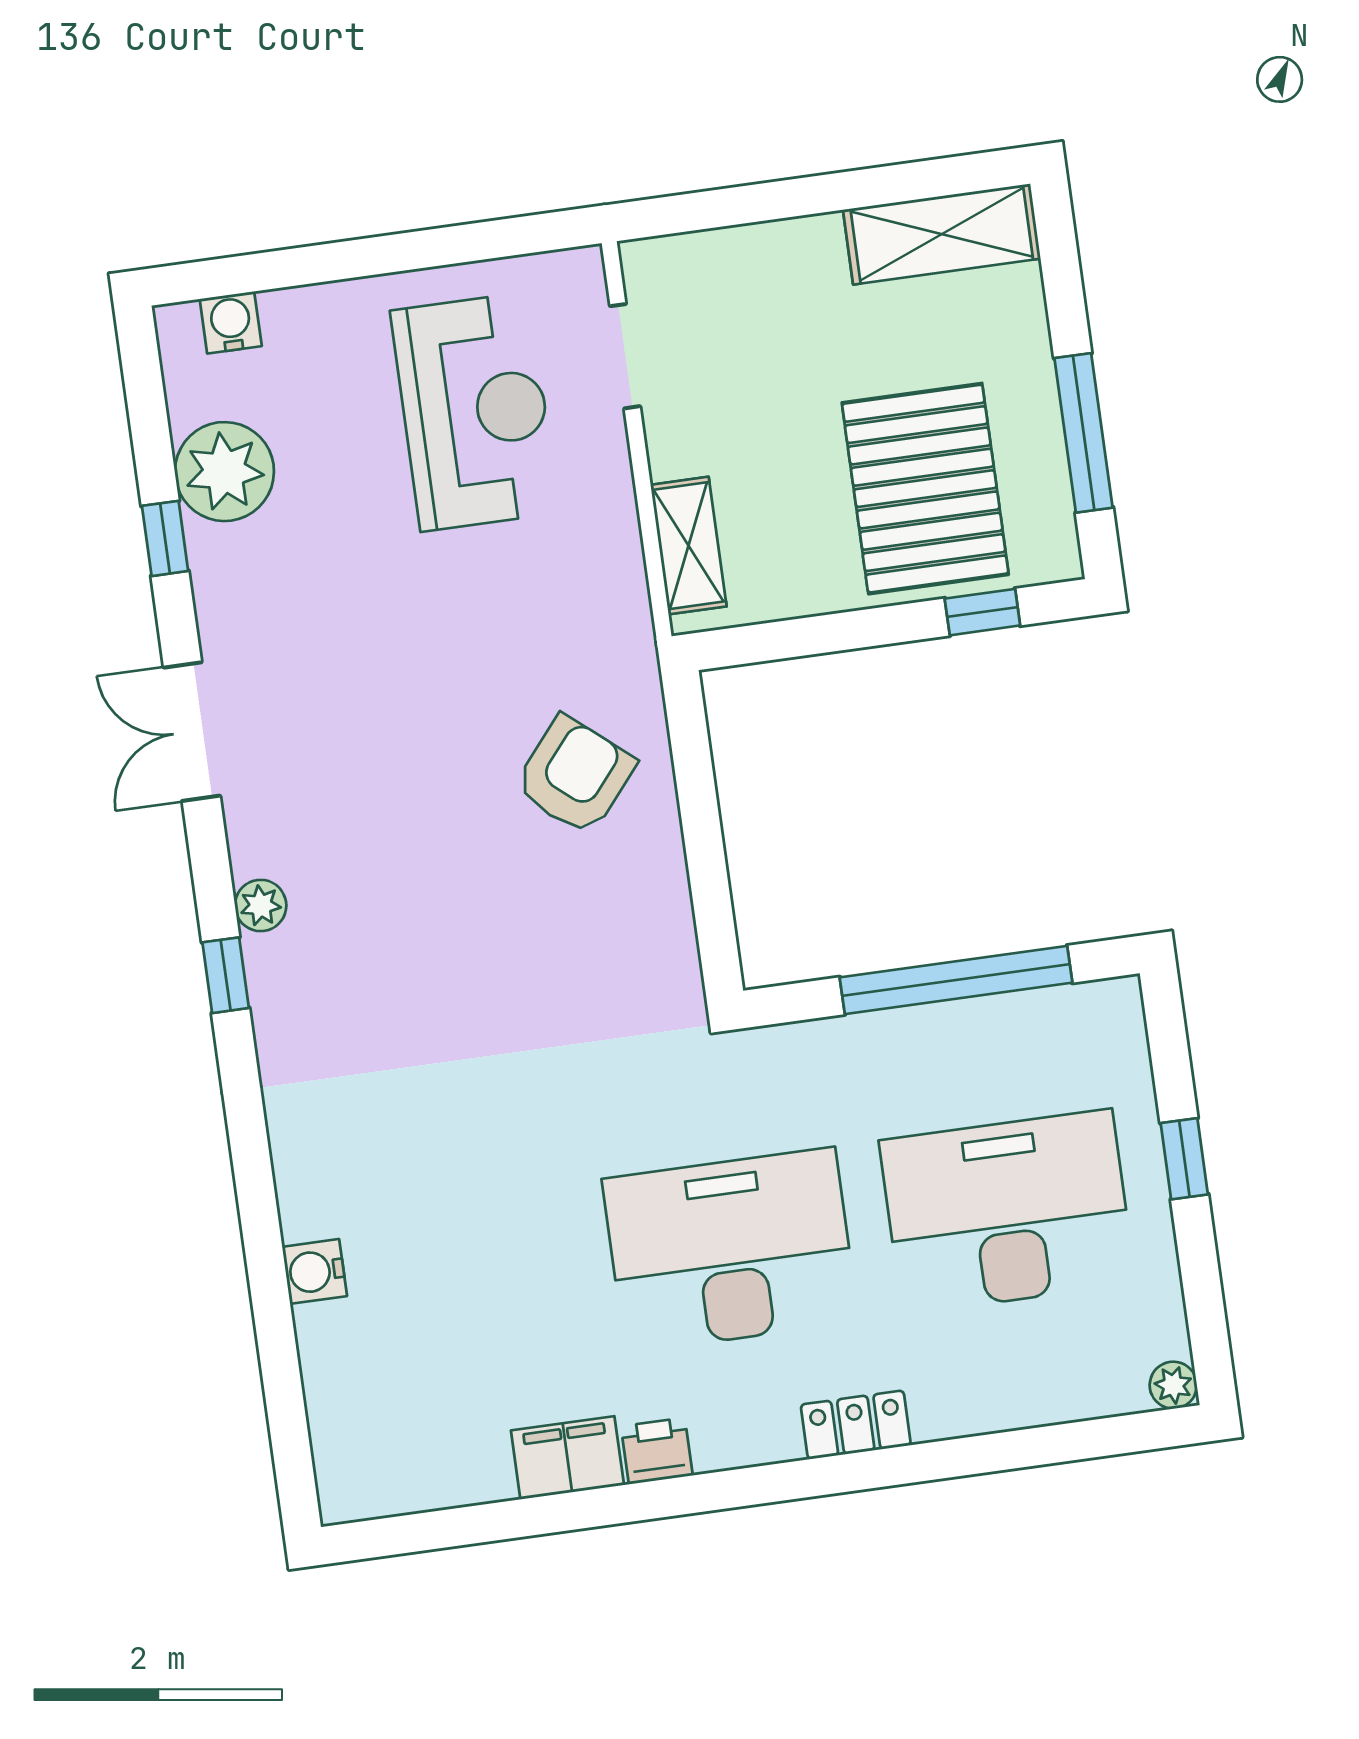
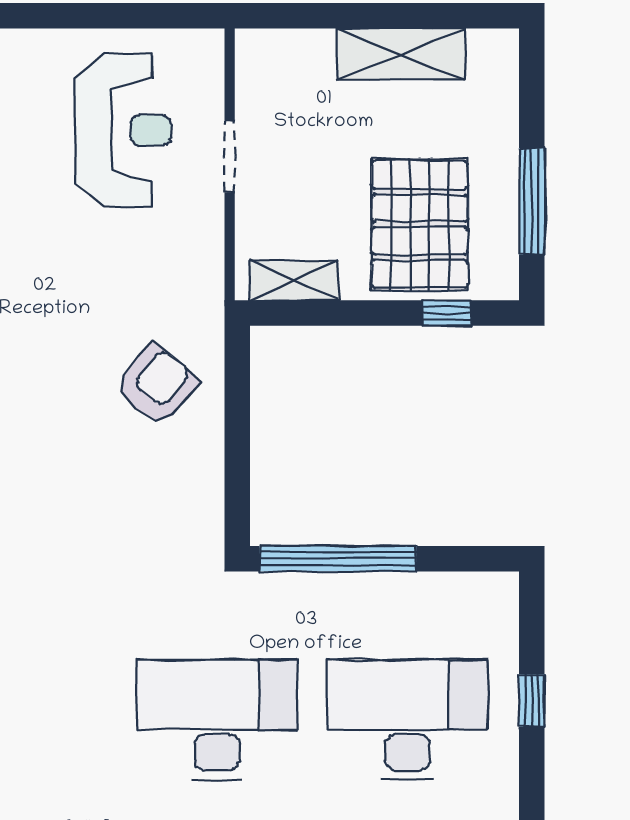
shelving: (942, 234) -> (401, 54), moved
doorway: (625, 356) -> (230, 157), moved
shelving: (689, 546) -> (294, 280), moved, turned 90
window: (956, 980) -> (338, 559), moved

